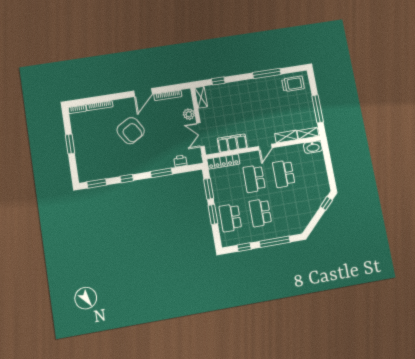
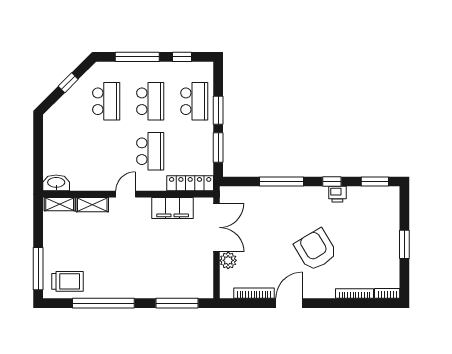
window: (267, 73) -> (103, 303), width x1.46
window: (218, 81) -> (177, 303), width x2.17
trolley: (293, 84) -> (67, 281), turned 180
shelving: (201, 97) -> (206, 283), removed
window: (318, 109) -> (38, 269), moved
double door: (200, 135) -> (217, 227), width x1.37
printer: (180, 161) -> (337, 194), moved
window: (161, 173) -> (282, 181), width x1.44
school desk: (284, 174) -> (106, 101), moved
window: (326, 203) -> (68, 83), moved

